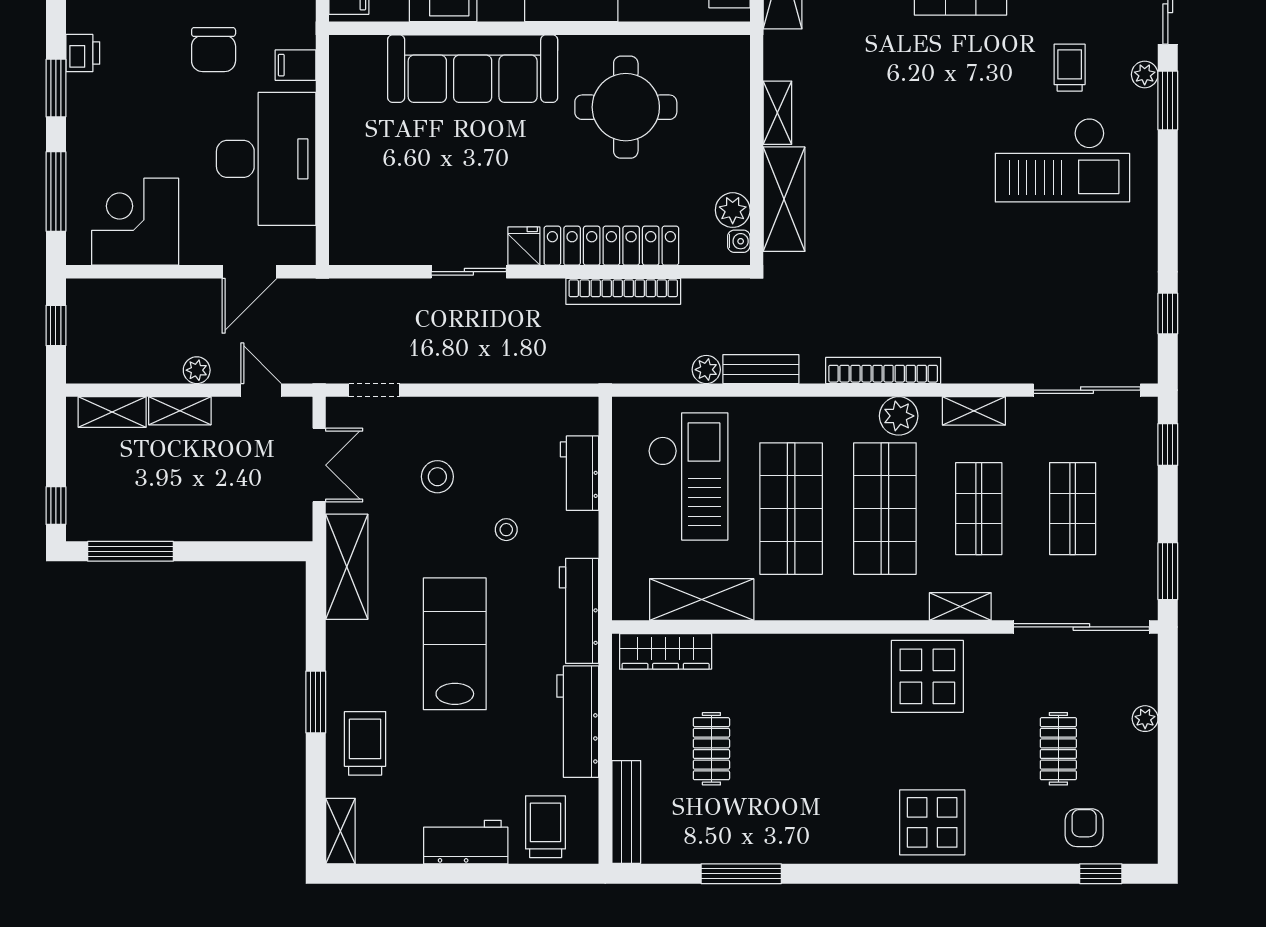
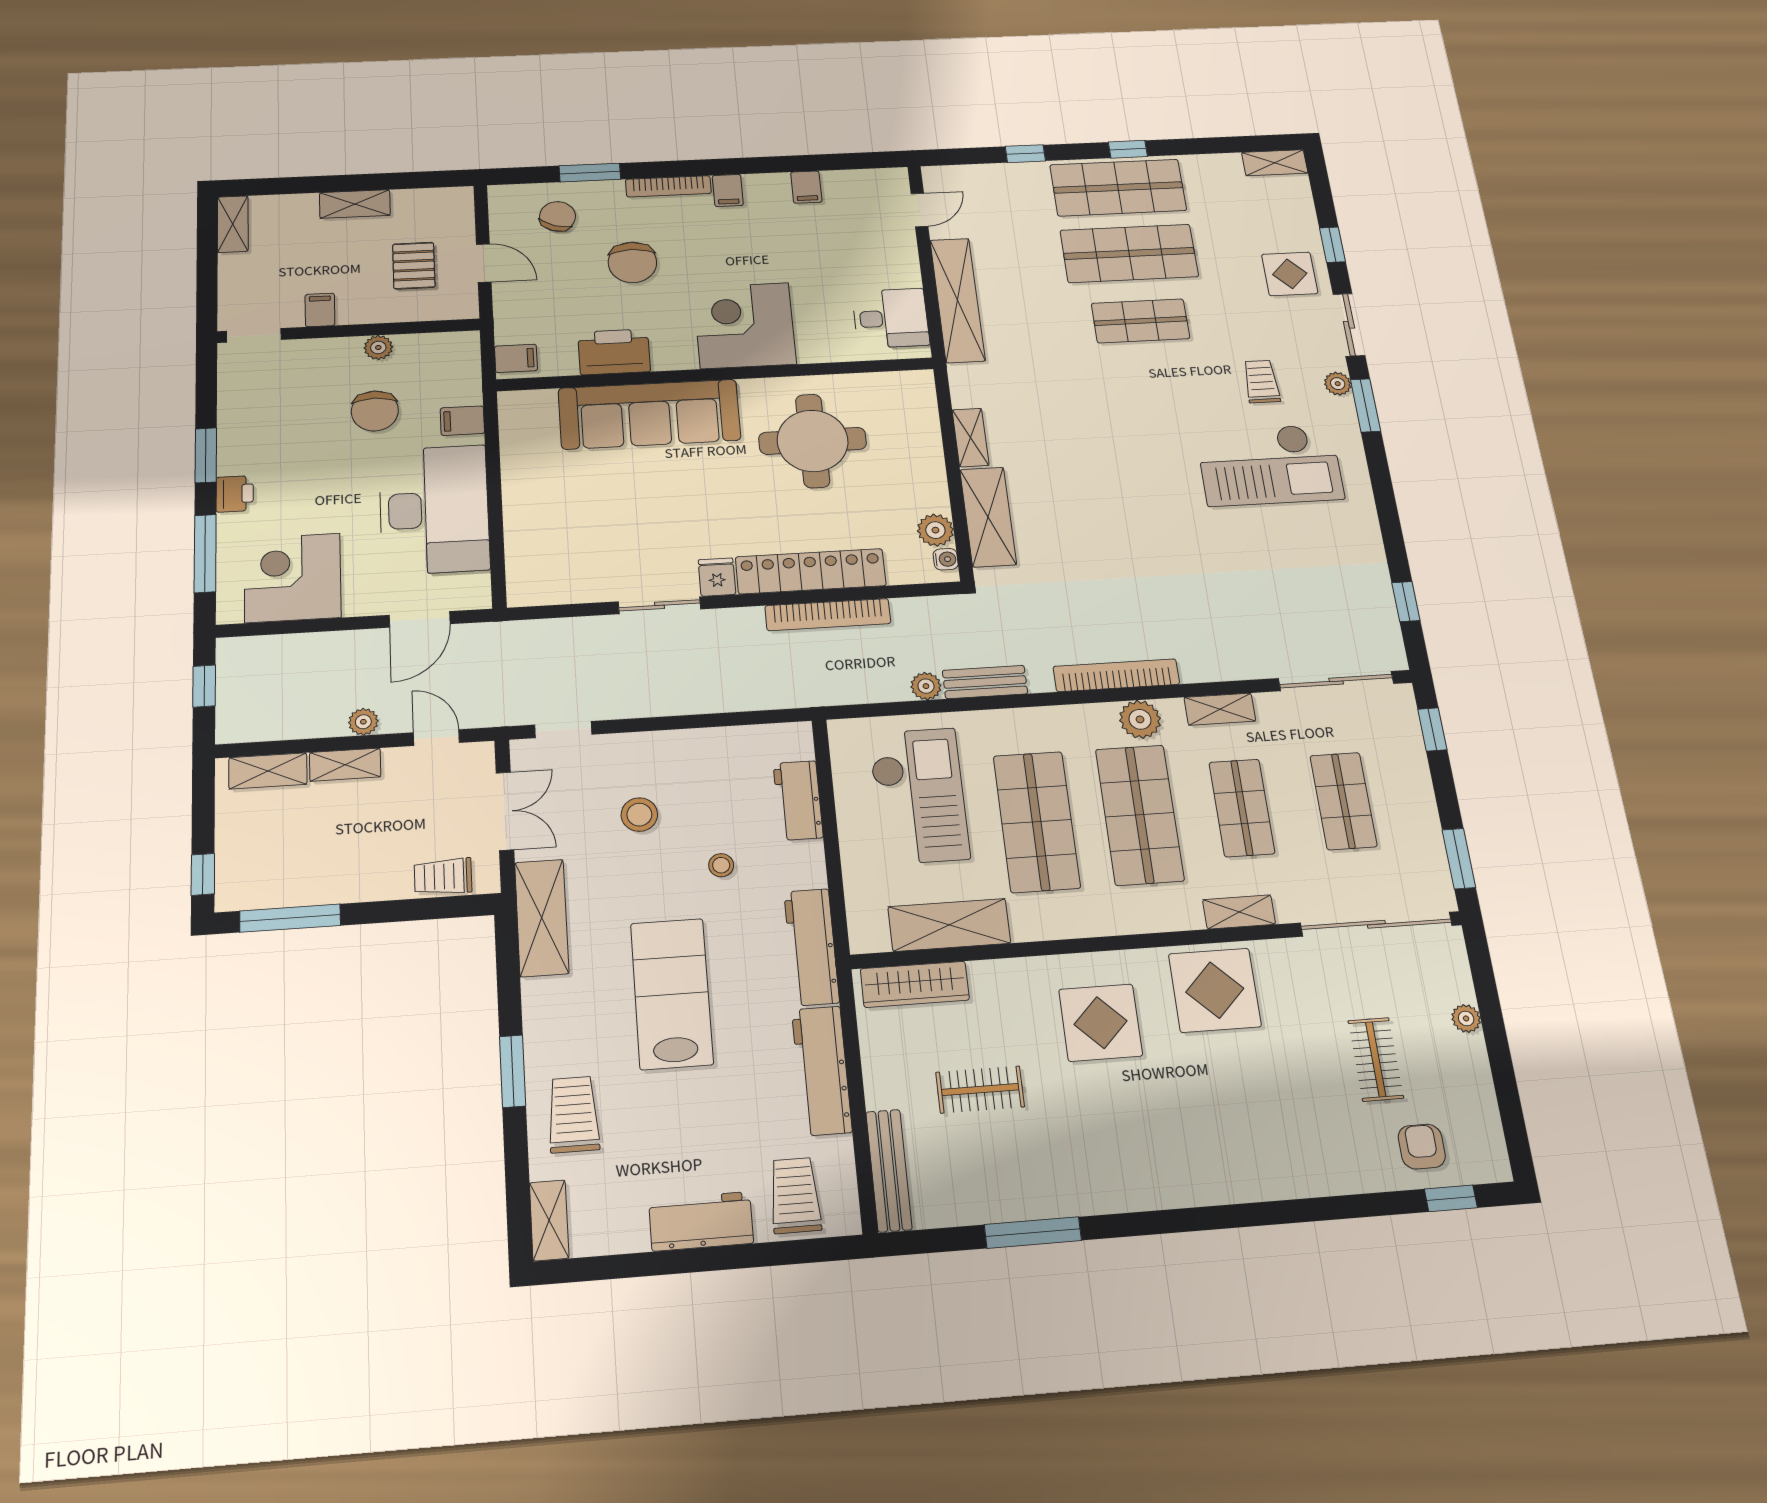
printer: (83, 53) -> (235, 494), moved
trolley: (263, 523) -> (443, 877), added
clothes rail: (711, 749) -> (980, 1090), turned 90
display table: (932, 822) -> (1101, 1023), moved

